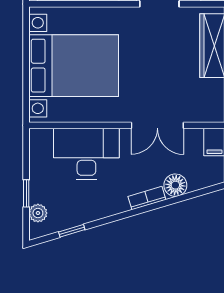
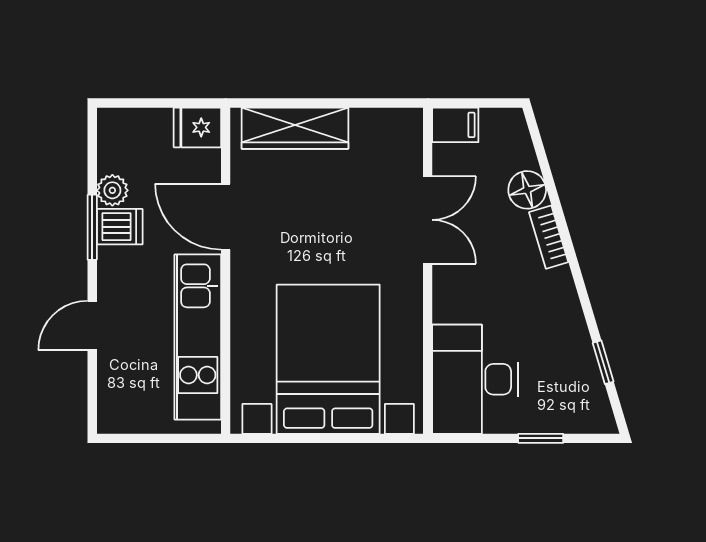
desk: (86, 154) -> (475, 379), moved
plant: (38, 213) -> (574, 419), removed

